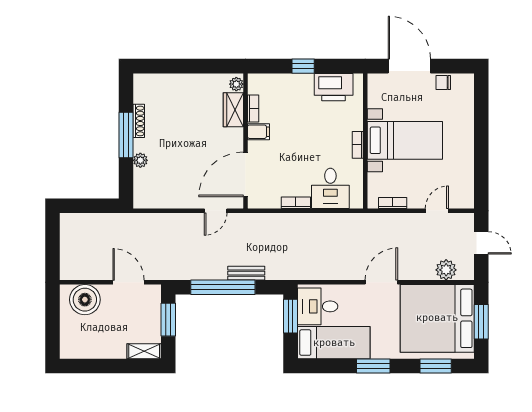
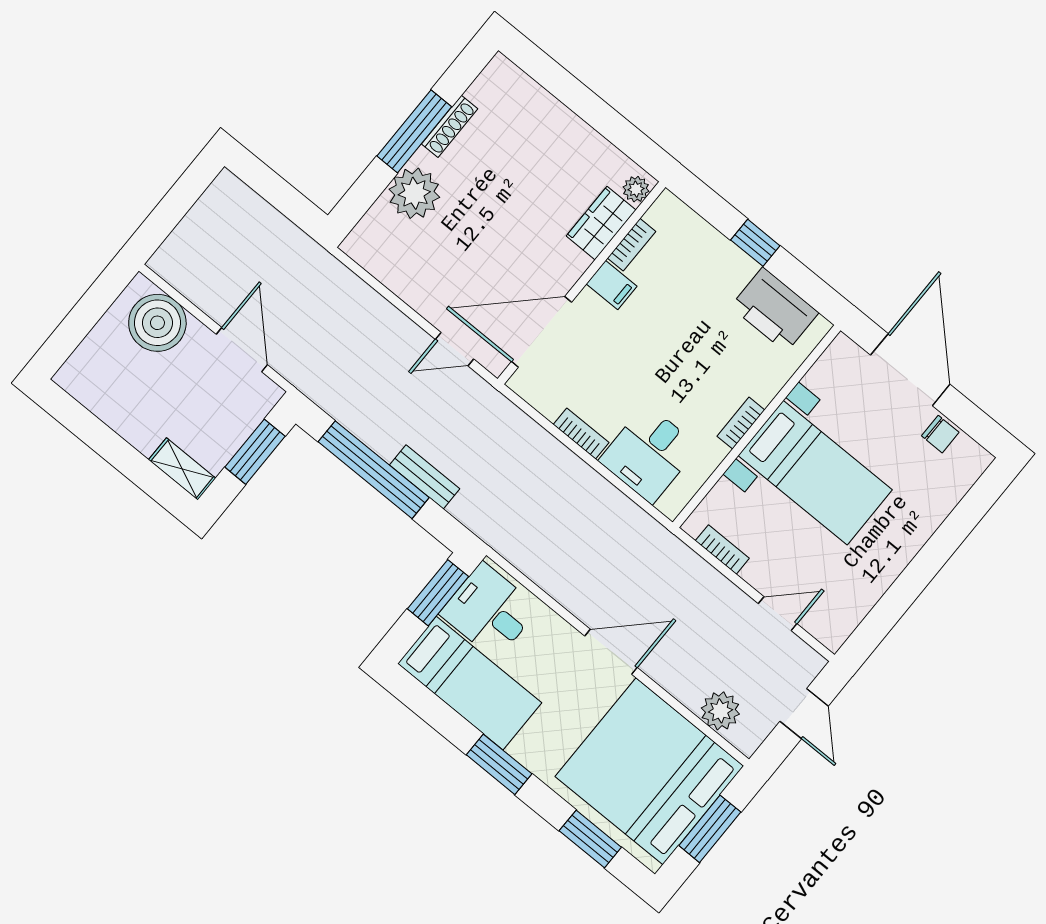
chair: (443, 82) -> (940, 434), turned 180
plant: (140, 160) -> (414, 193), width x1.88, depth x1.88

